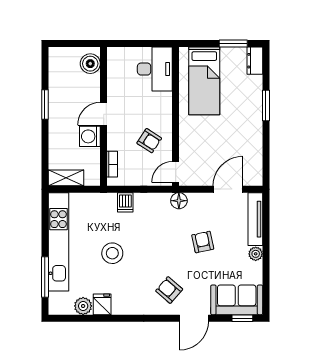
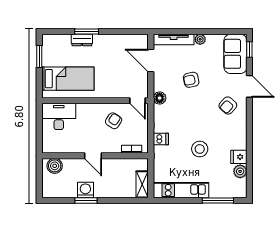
dresser: (255, 61) -> (82, 40), moved
washing machine: (90, 136) -> (85, 190), moved, turned 180
kitchen unit: (58, 242) -> (181, 190), width x0.73

